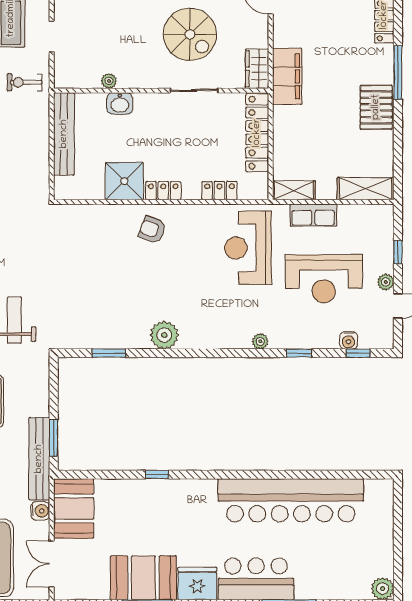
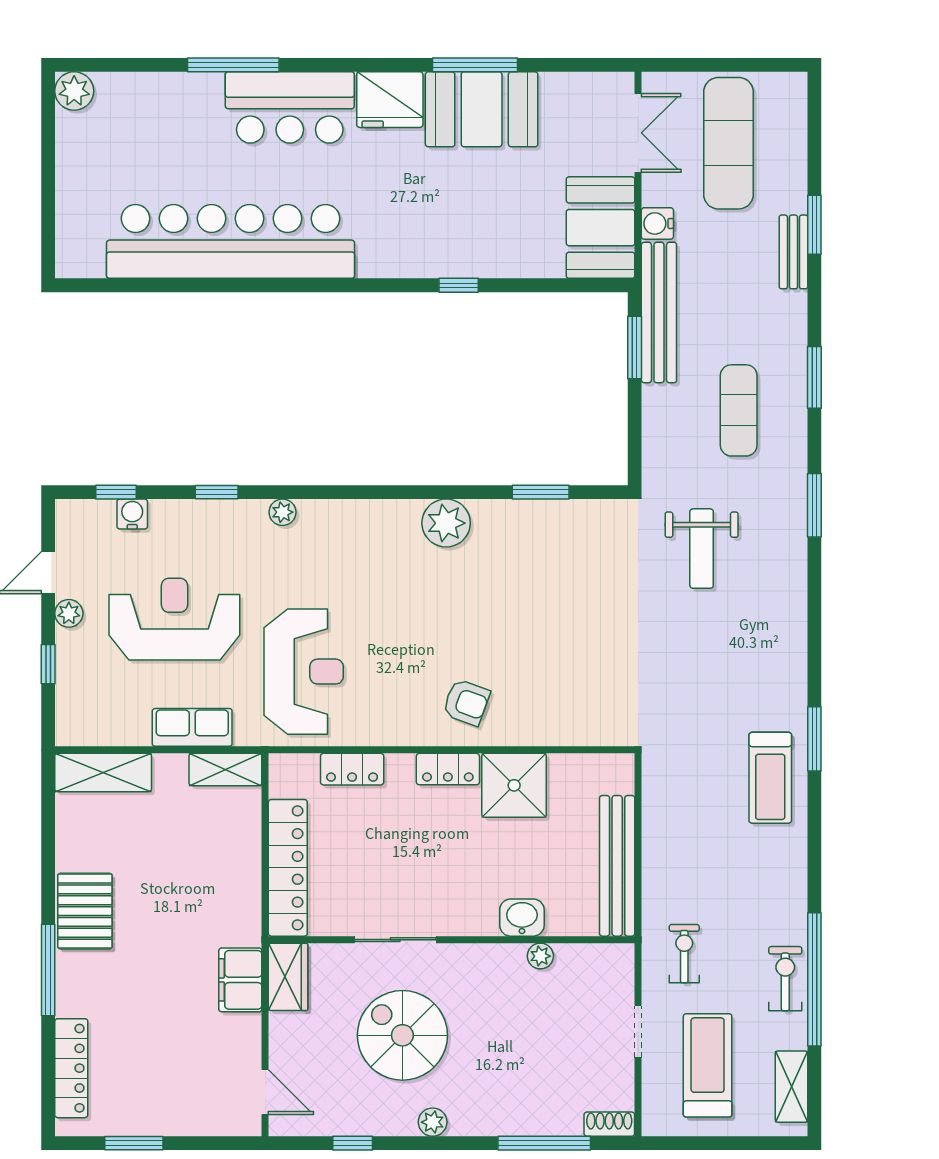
filing cabinet: (287, 76) -> (240, 980), width x0.67, depth x0.86
exercise bike: (25, 82) -> (684, 954), turned -90

